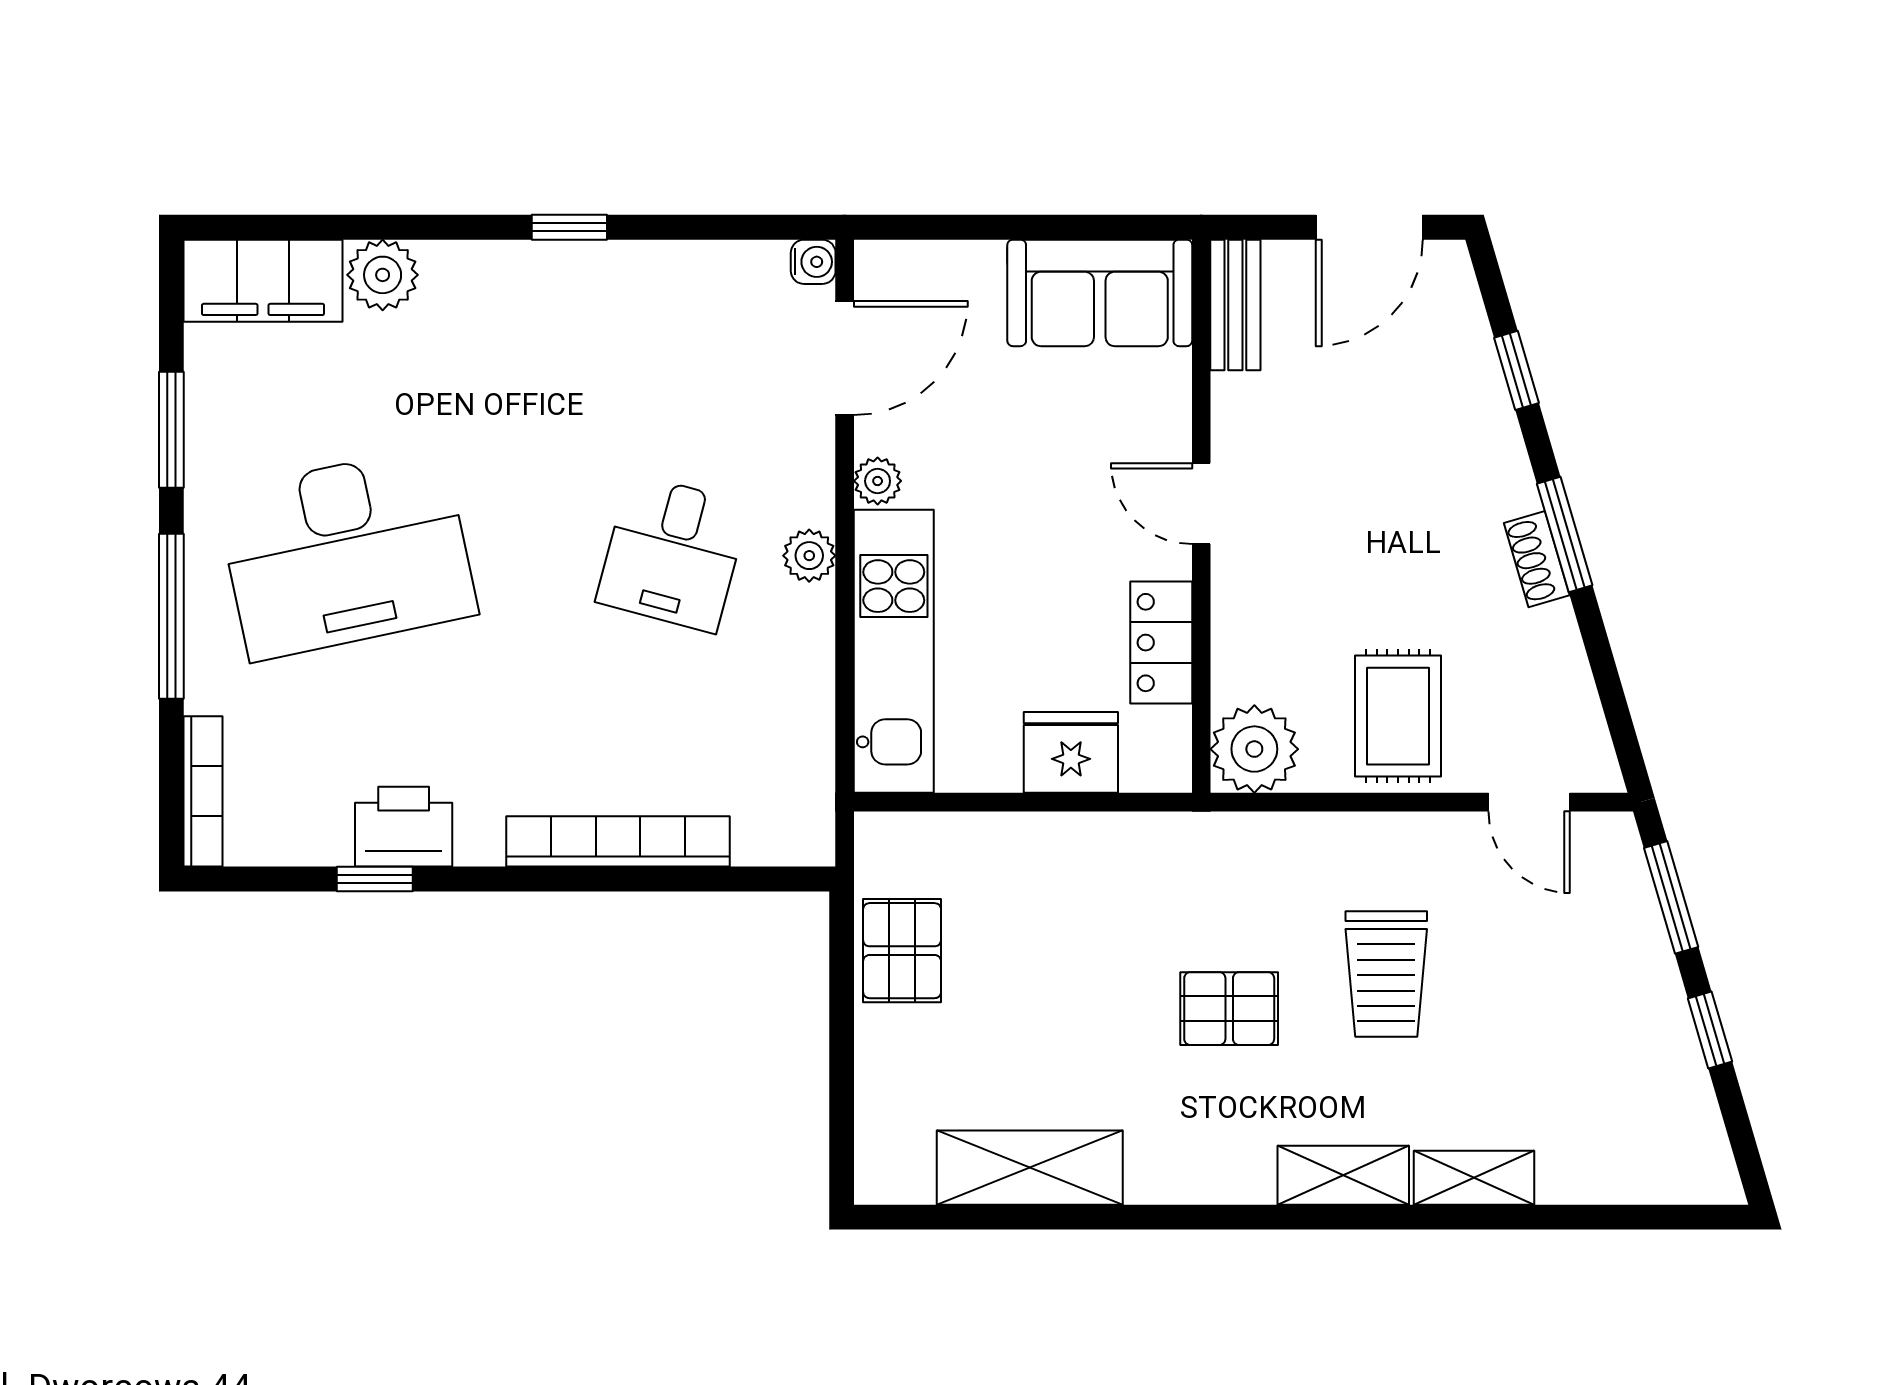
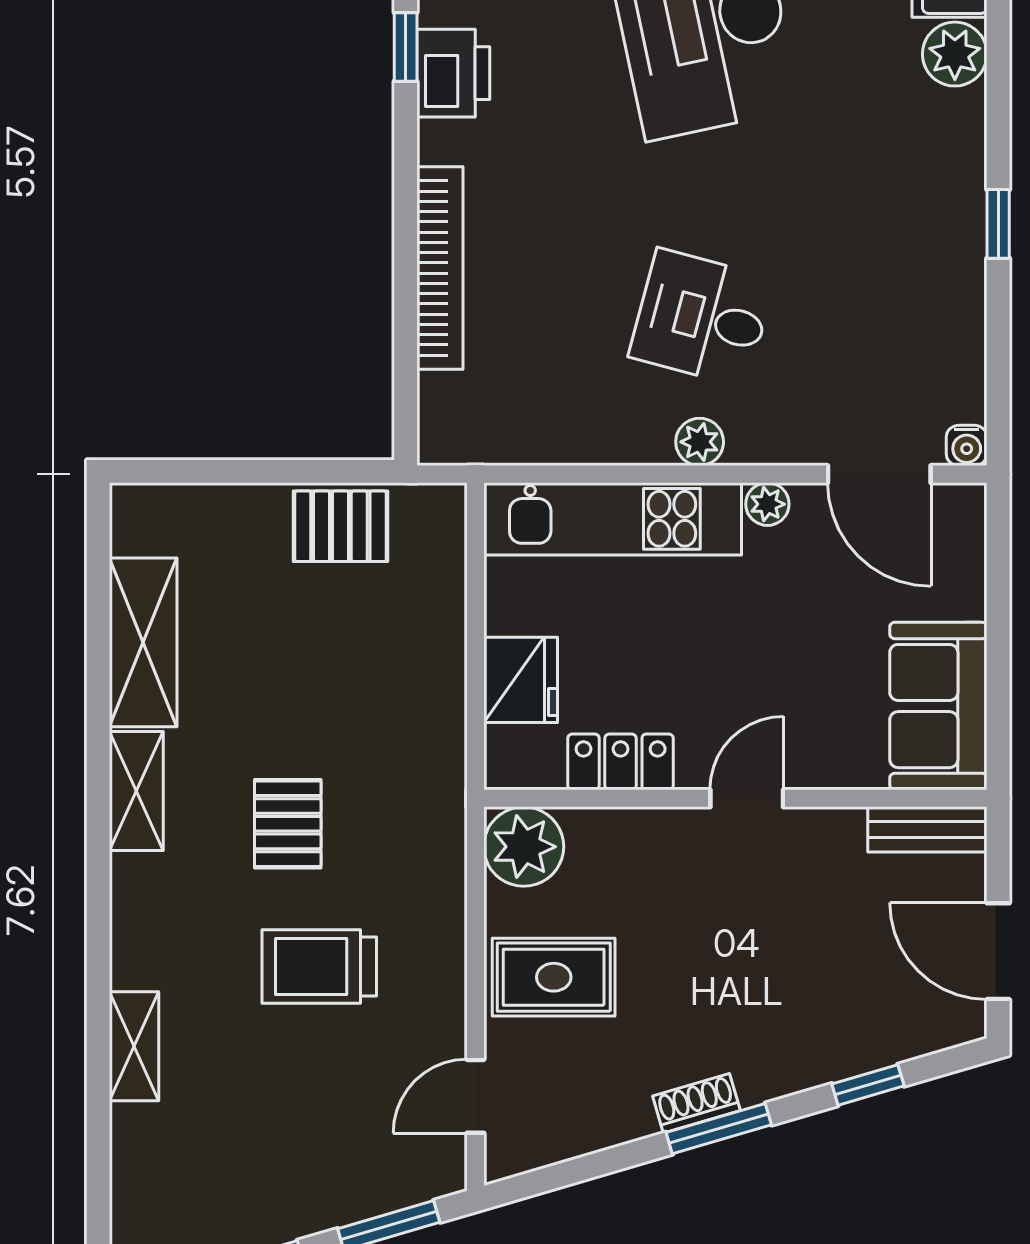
shelving: (1343, 1175) -> (136, 791), moved

